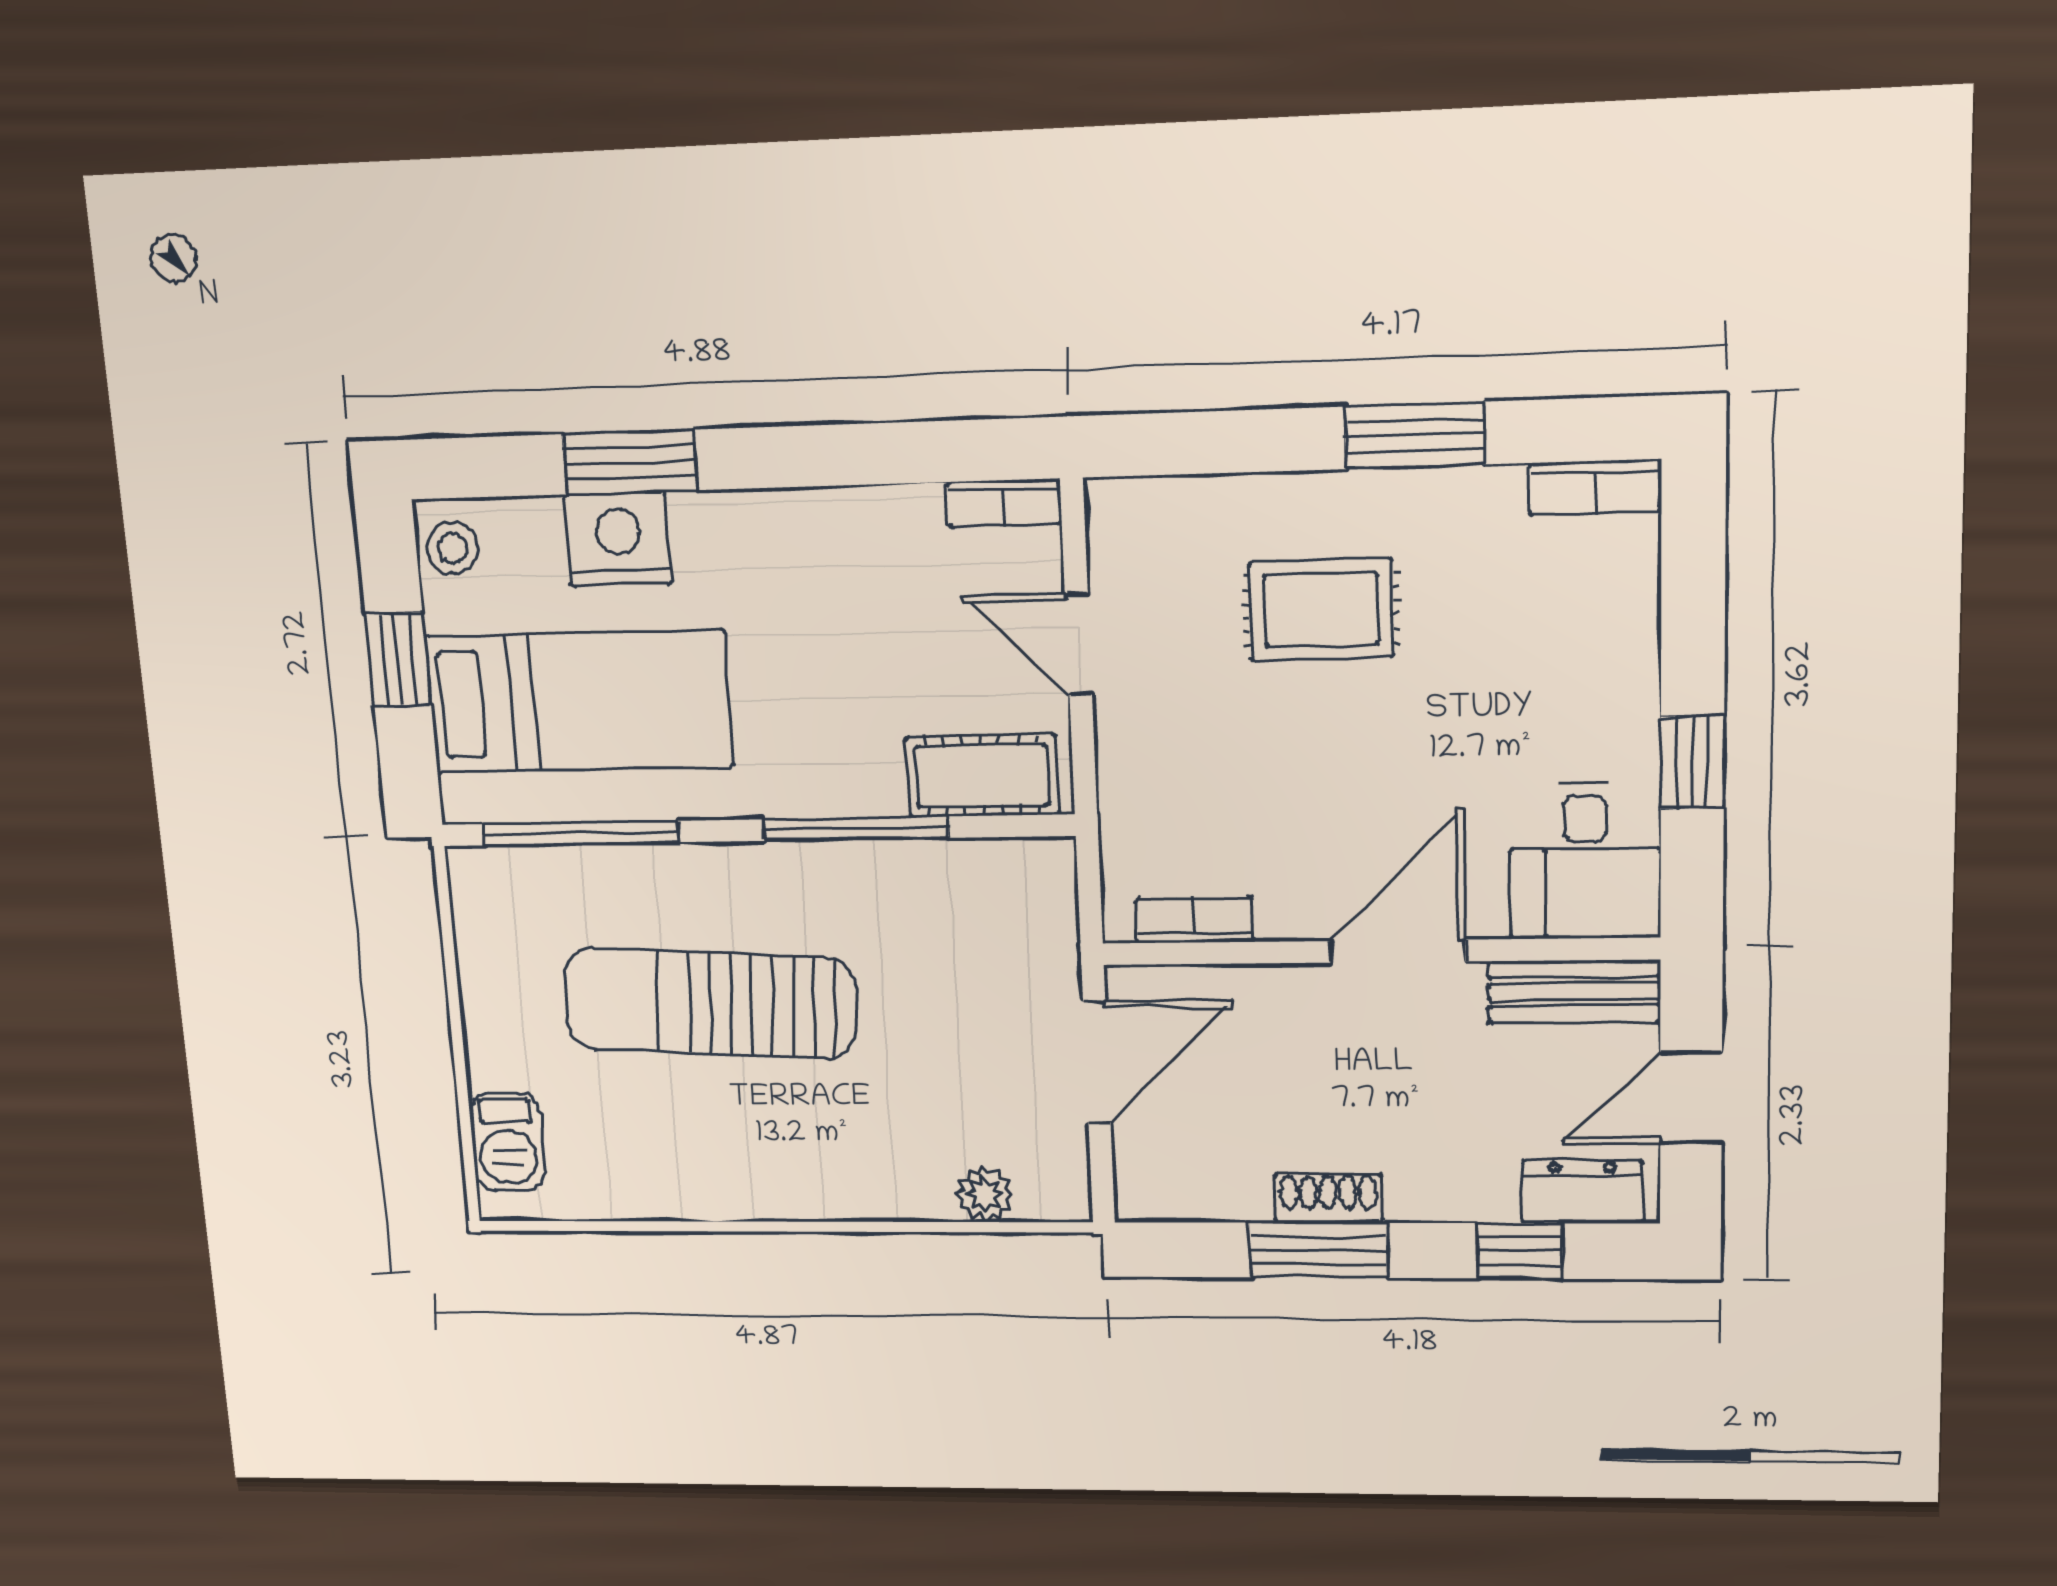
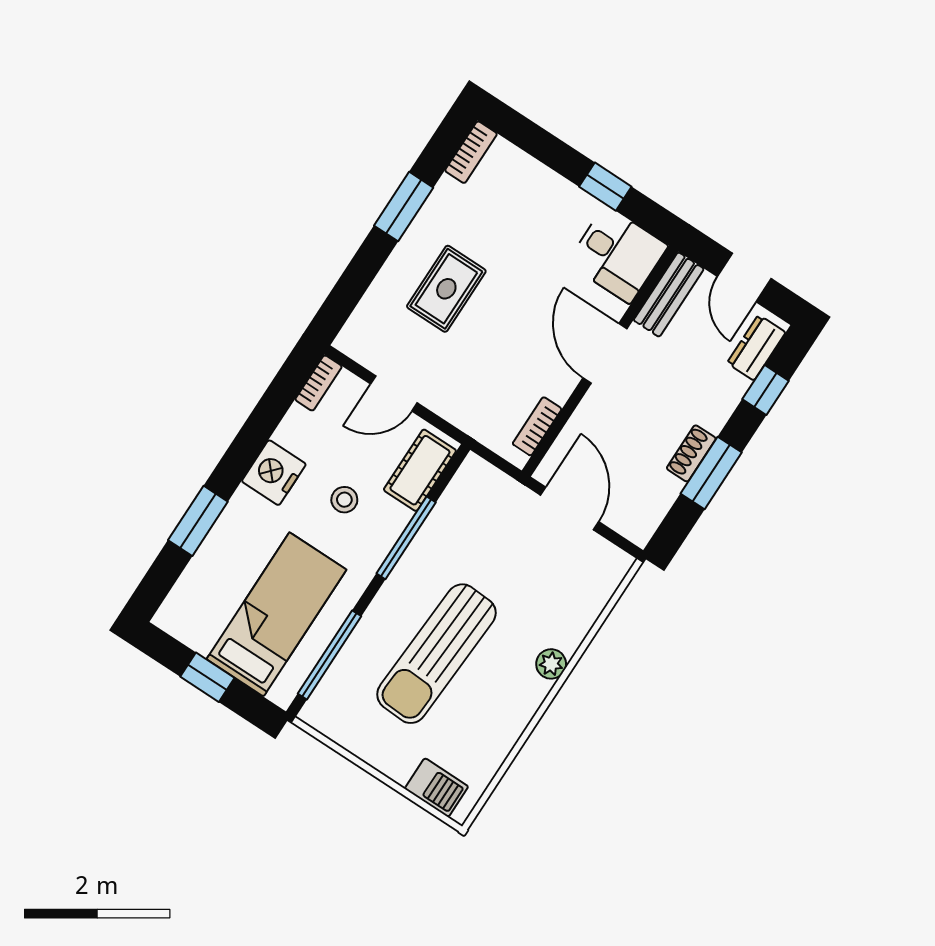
nightstand: (618, 539) -> (274, 473), moved
stool: (453, 548) -> (344, 500), moved
plant: (985, 1194) -> (551, 664), moved

